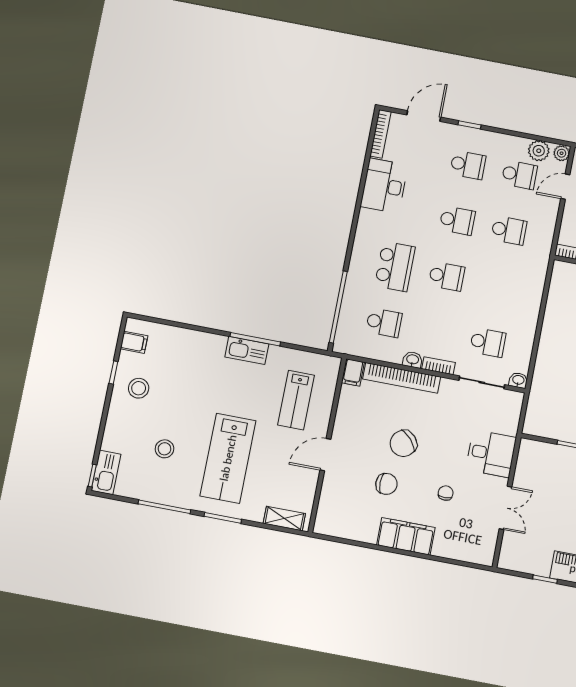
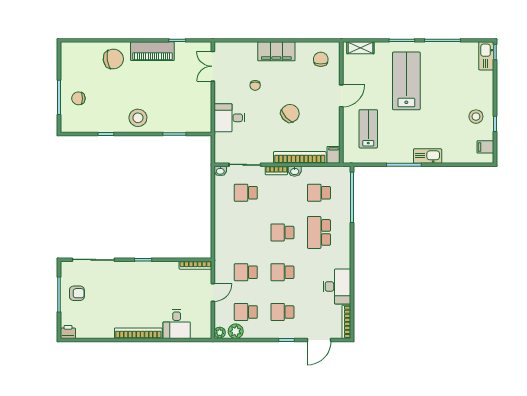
door: (565, 187) -> (213, 292), moved
kitchen sink: (247, 350) -> (428, 156), moved
stool: (165, 449) -> (450, 79), removed
chair: (386, 484) -> (321, 59), moved, turned 90
double door: (505, 508) -> (213, 66), moved

